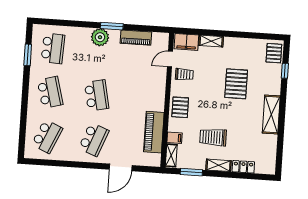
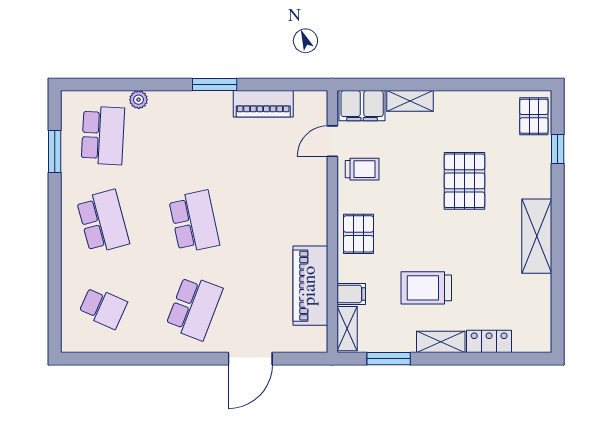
plant: (100, 37) -> (139, 100), moved, width x0.53, depth x0.53
school desk: (47, 136) -> (103, 308), width x0.54

